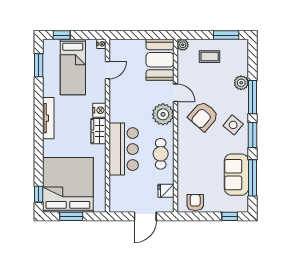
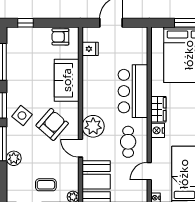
cafe table: (161, 154) -> (128, 142), moved
sofa: (236, 175) -> (67, 80), moved, turned 180
armchair: (195, 203) -> (60, 37), turned 90

